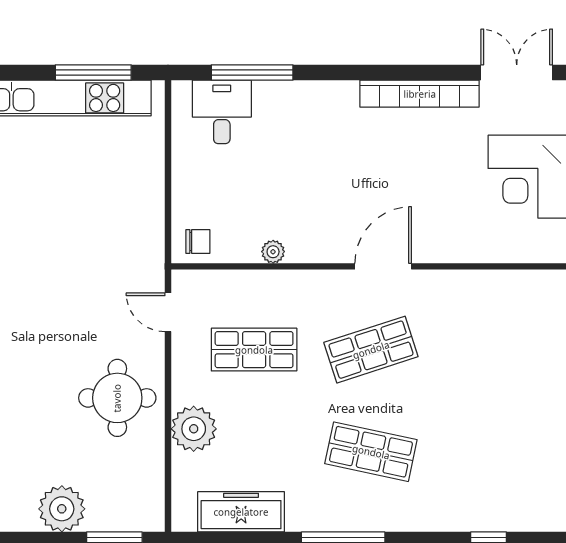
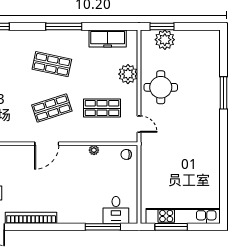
plant: (62, 509) -> (165, 40), moved

